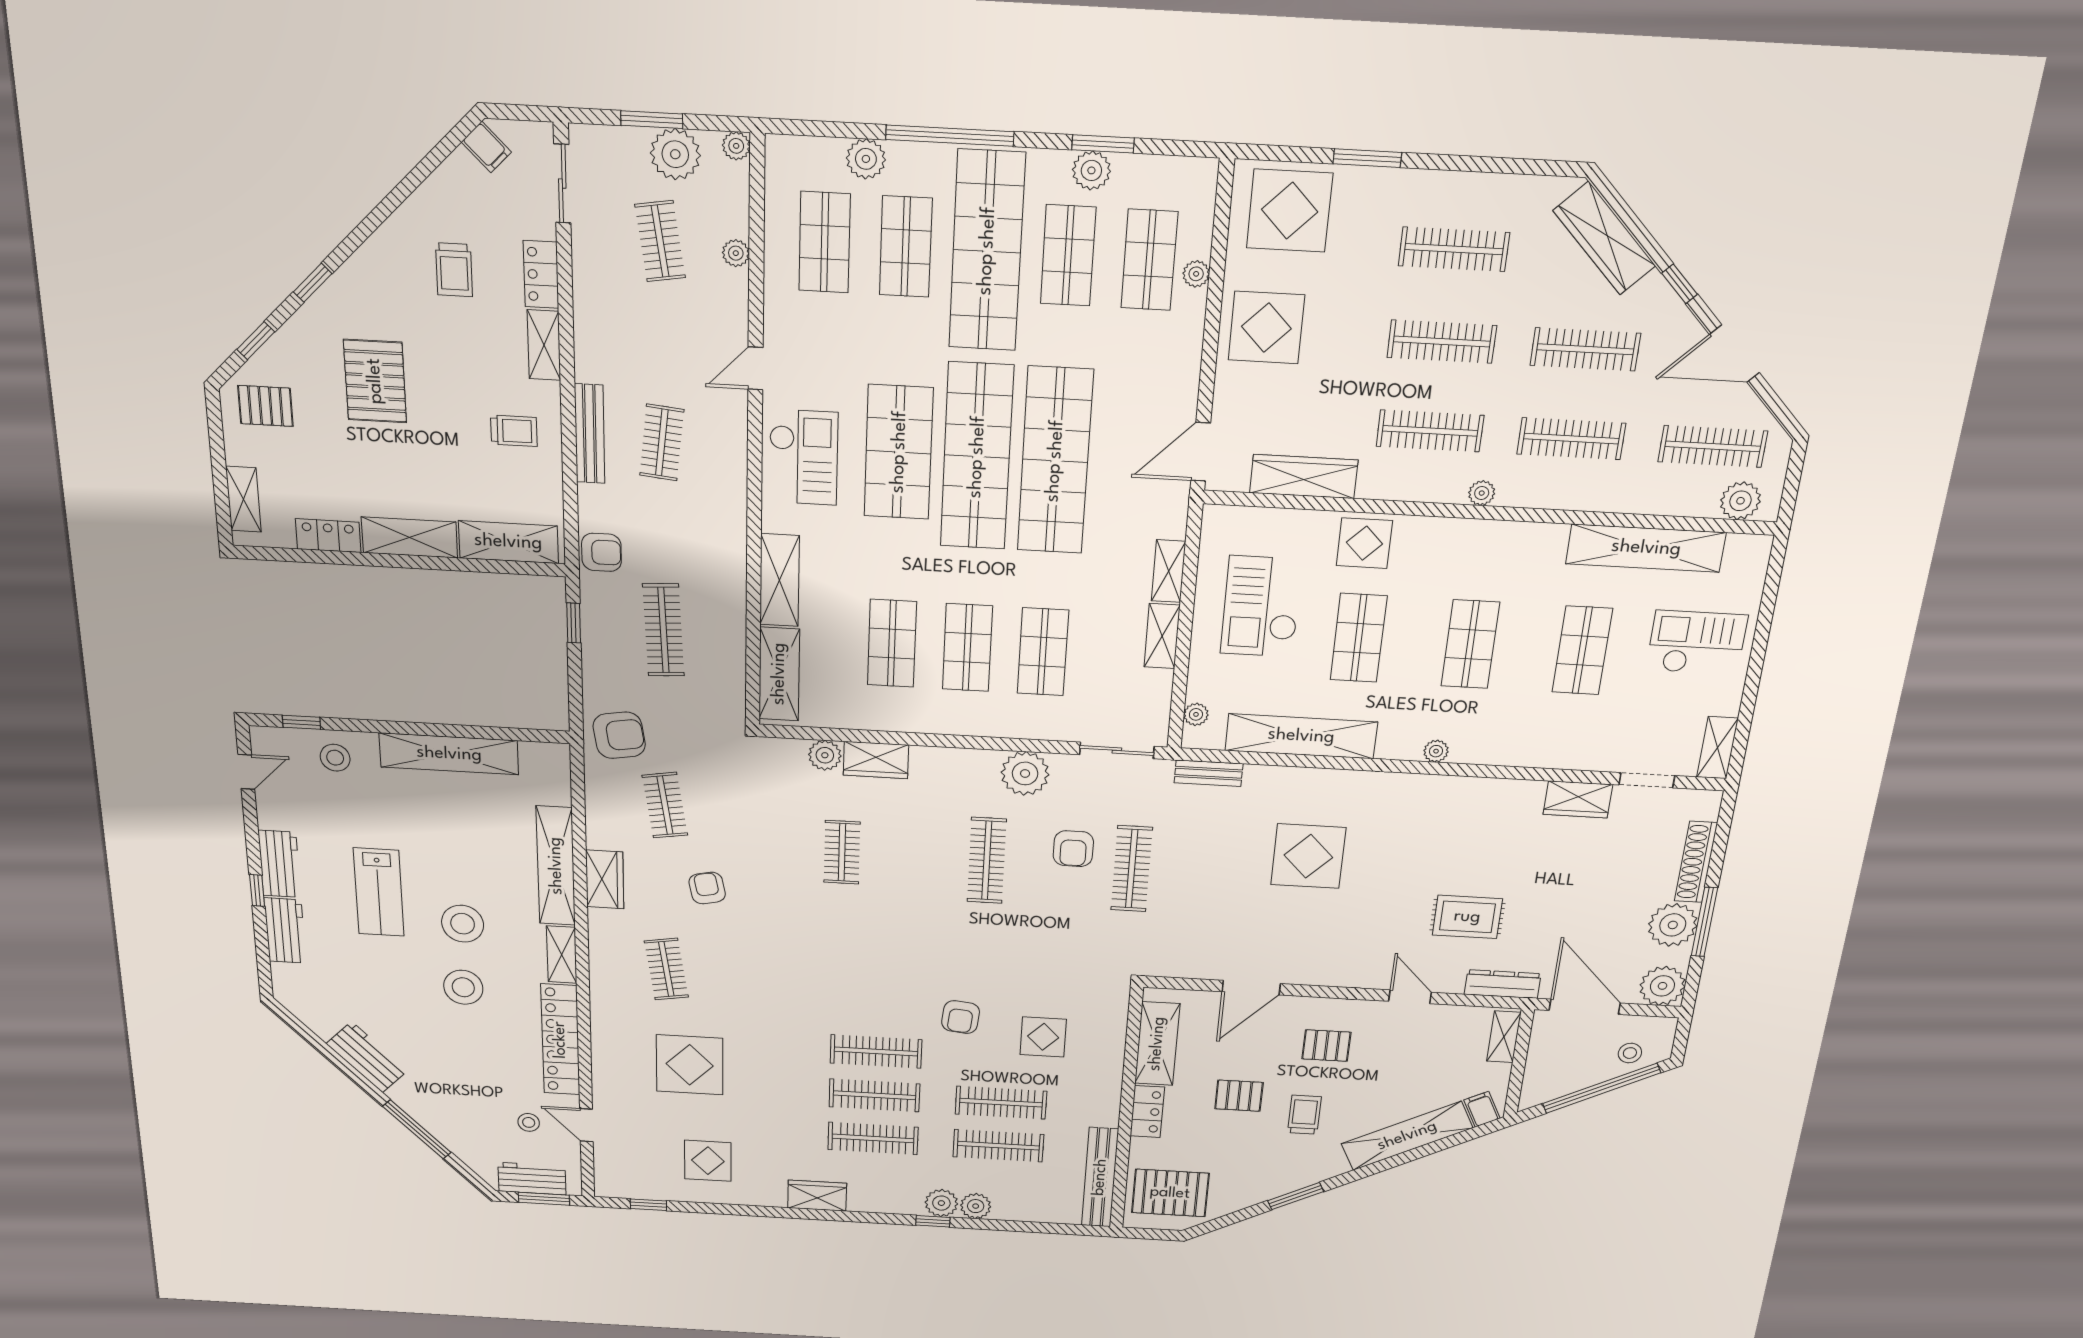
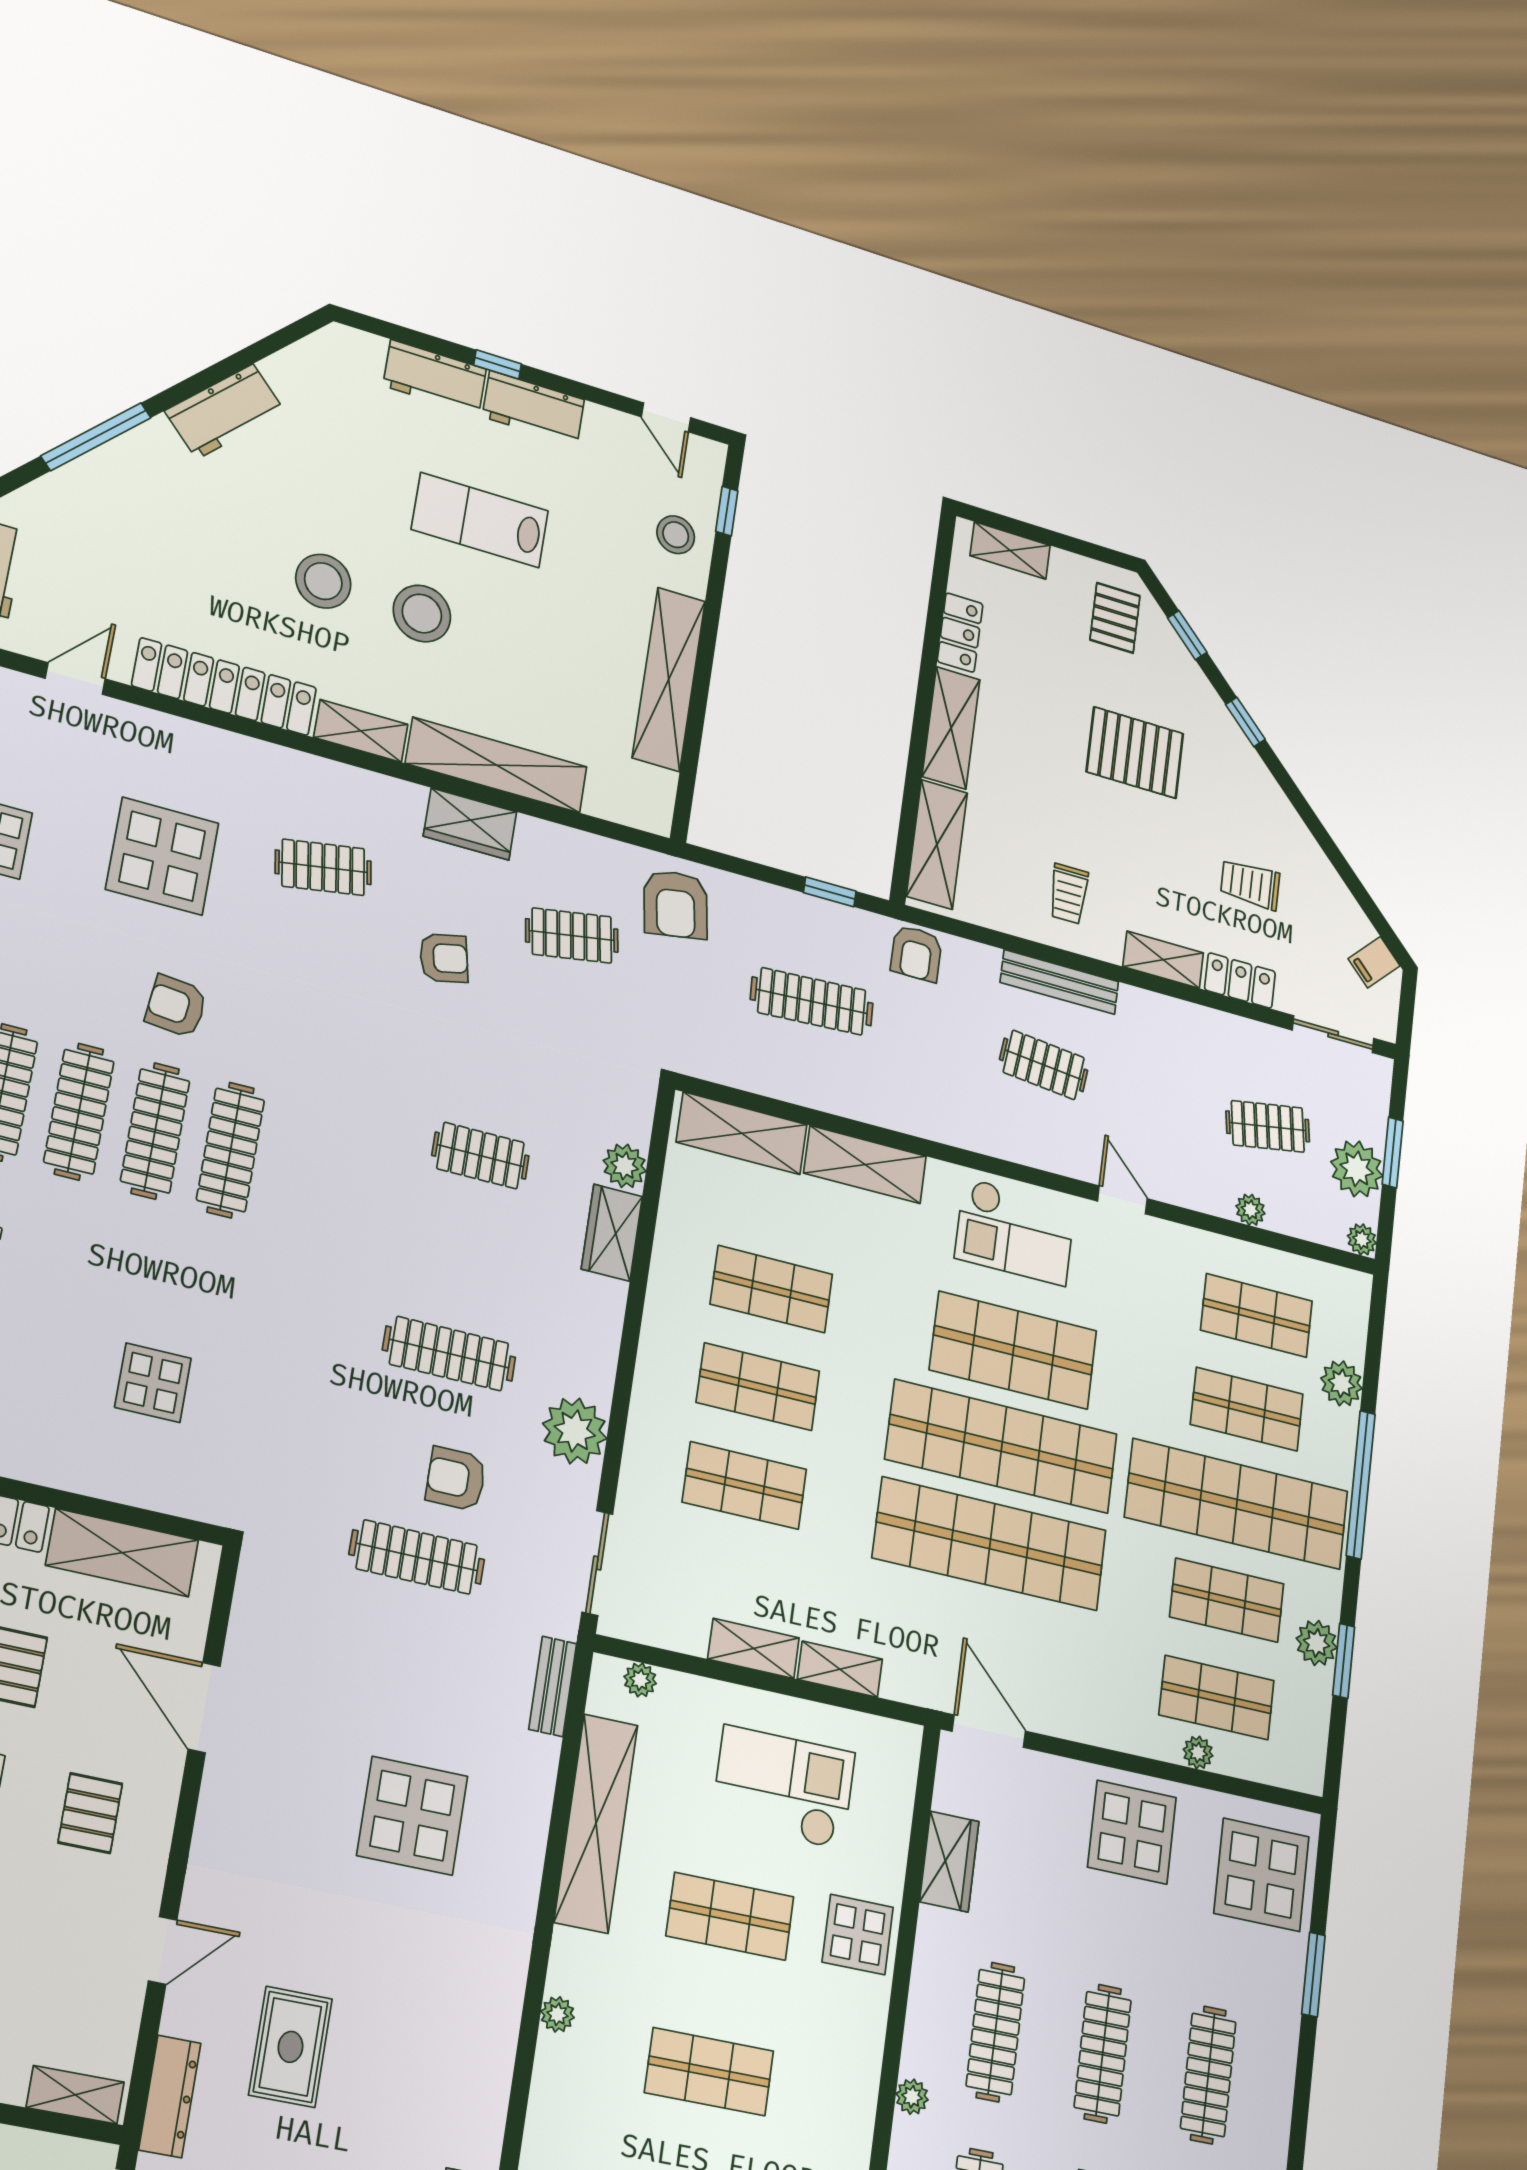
wardrobe: (1304, 476) -> (949, 1862), width x0.67
armchair: (961, 1017) -> (176, 1006), moved
clothes rail: (1001, 1103) -> (230, 1150), moved
stool: (529, 1122) -> (90, 598), removed

